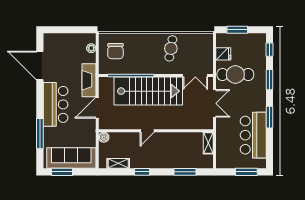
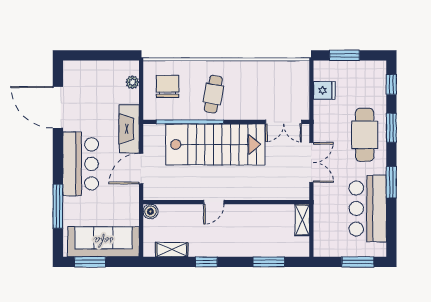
cafe table: (171, 48) -> (213, 94), moved
chair: (115, 51) -> (168, 86), turned 180
cafe table: (235, 75) -> (365, 135), moved, turned 90

